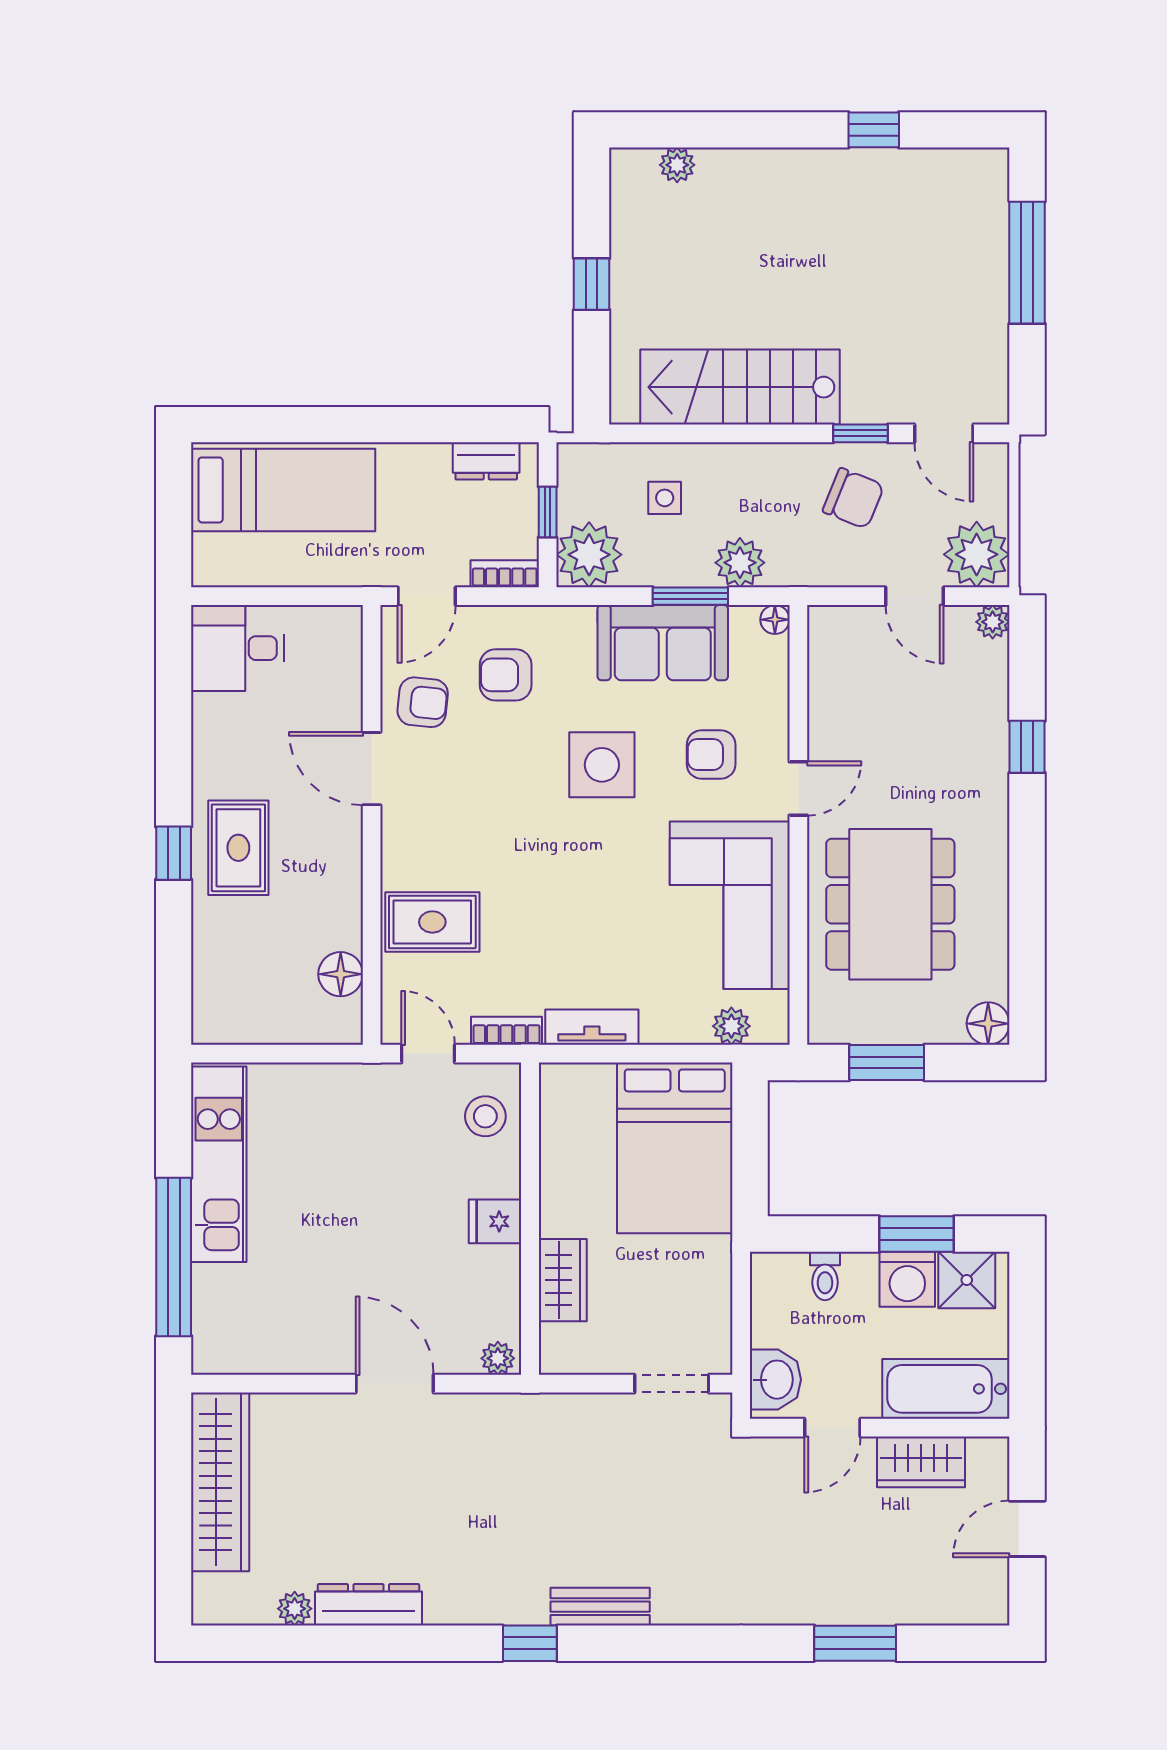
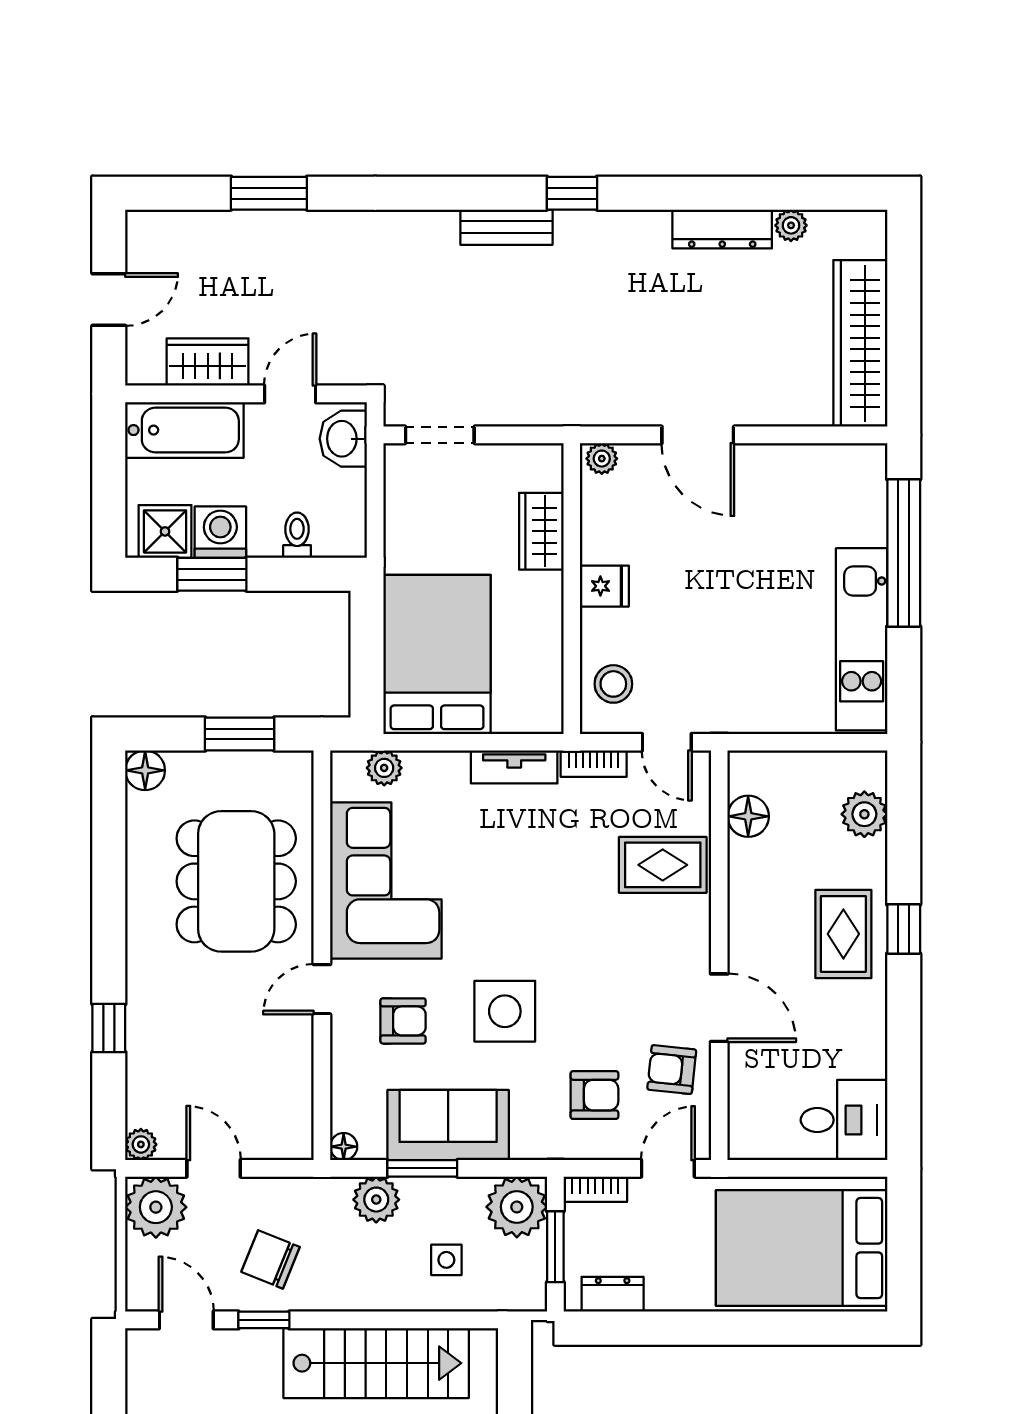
bed: (283, 490) -> (802, 1248), width x1.50
window: (548, 512) -> (555, 1247), width x1.50
plant: (216, 976) -> (864, 814), added

